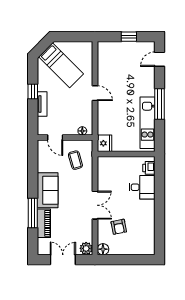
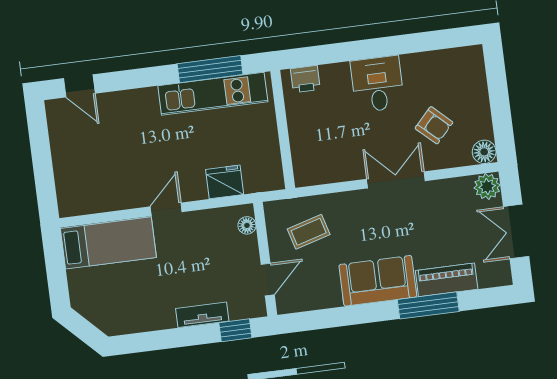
window: (129, 37) -> (41, 155), removed
bed: (61, 65) -> (108, 243), moved, turned 45
window: (33, 92) -> (235, 330), moved
window: (159, 104) -> (210, 69), moved
fridge: (104, 143) -> (225, 182), moved
desk: (142, 187) -> (377, 84), moved
armchair: (119, 227) -> (434, 125), turned 54

